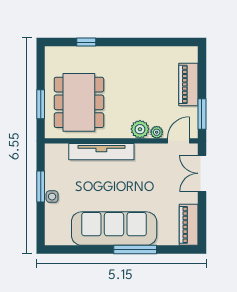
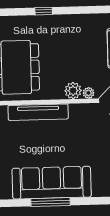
window: (86, 42) -> (44, 11), moved
window: (135, 250) -> (51, 202), moved

